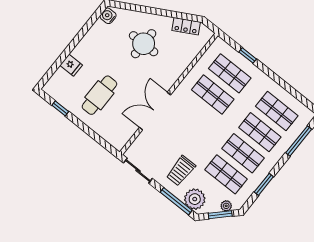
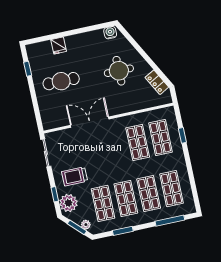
window: (176, 201) -> (55, 194), width x0.46

